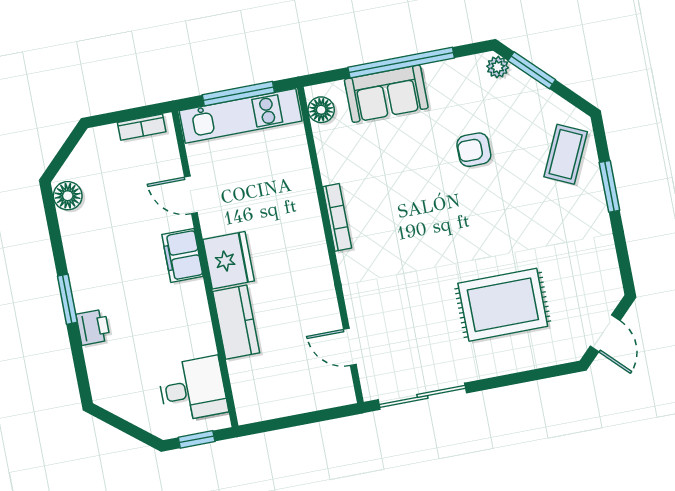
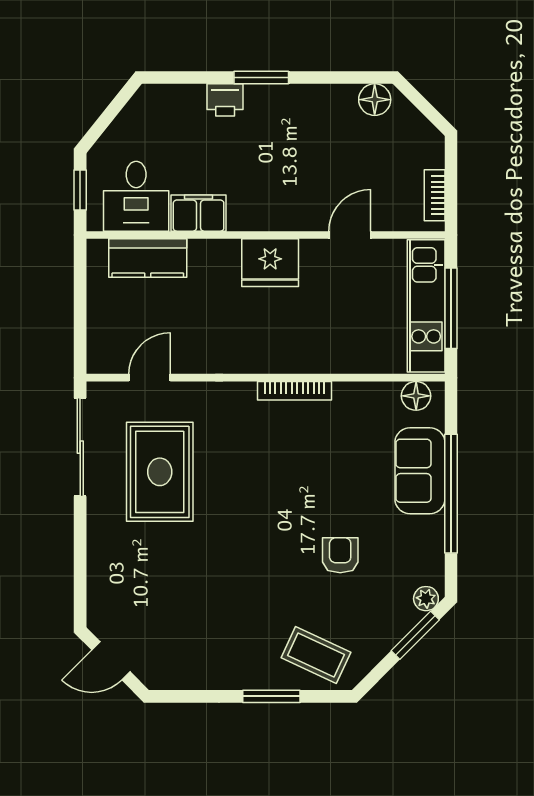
filing cabinet: (182, 255) -> (199, 213), moved
rug: (503, 305) -> (160, 472), moved
kitchen counter: (236, 322) -> (148, 258), moved

